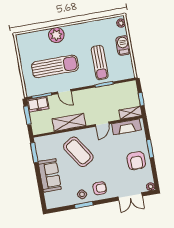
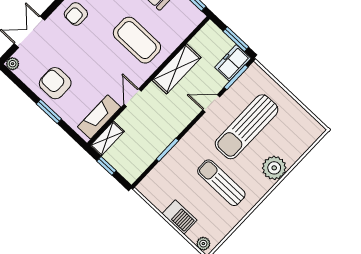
sun lounger: (100, 63) -> (221, 183), moved
coffee table: (78, 152) -> (137, 40), turned 33

